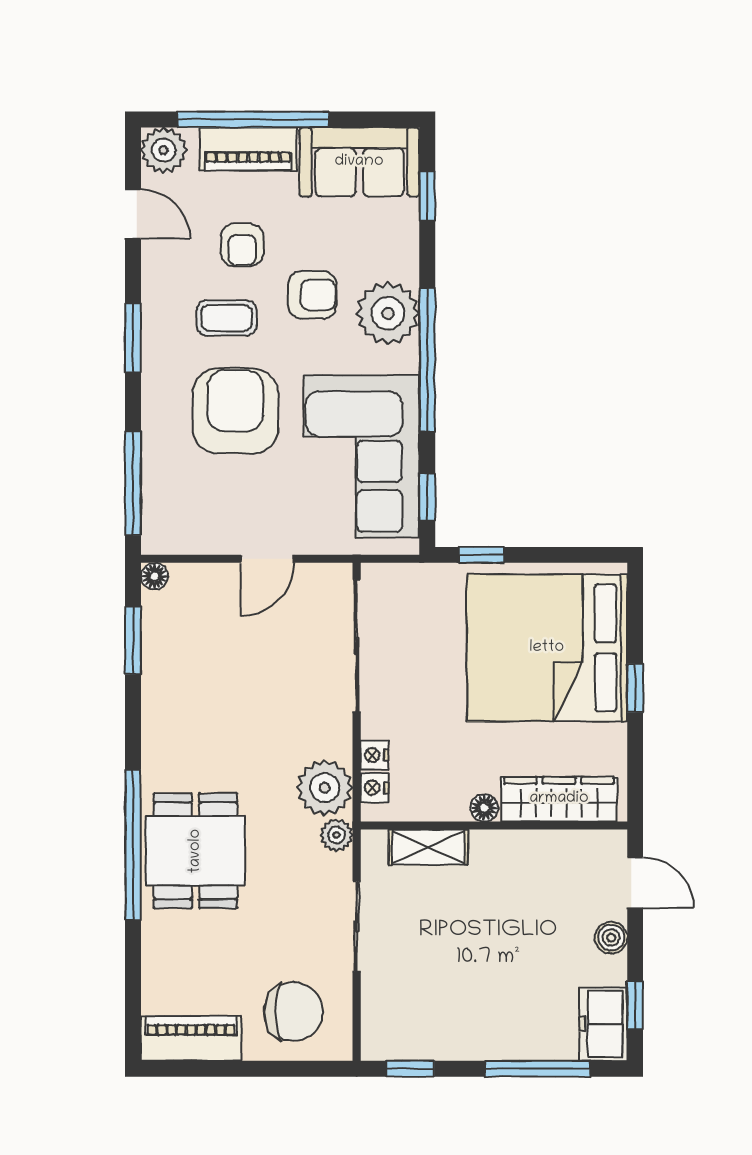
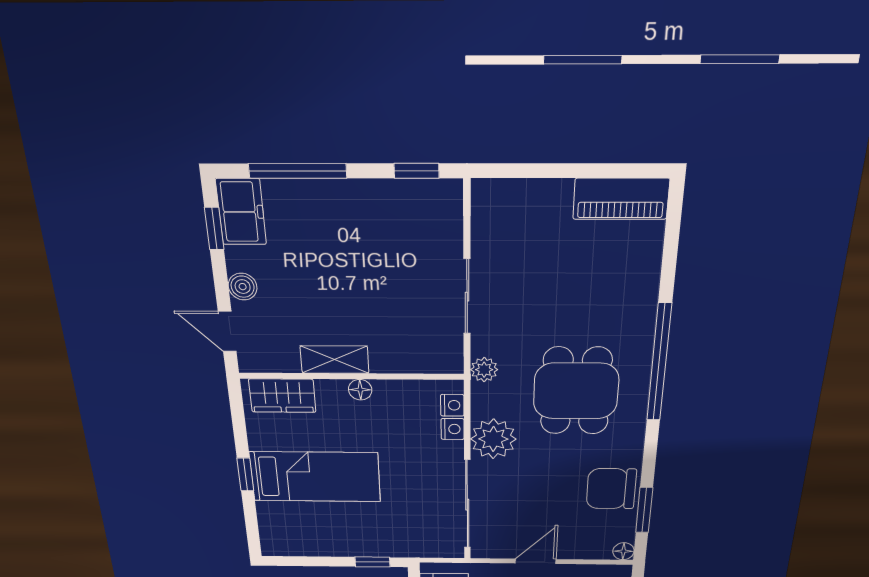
bed: (547, 648) -> (315, 477), width x0.49
plant: (325, 788) -> (493, 439), moved
wardrobe: (559, 799) -> (282, 396), width x0.67
shelving: (428, 847) -> (335, 360), moved
dining table: (196, 851) -> (576, 391), moved
chair: (293, 1012) -> (611, 489), moved

